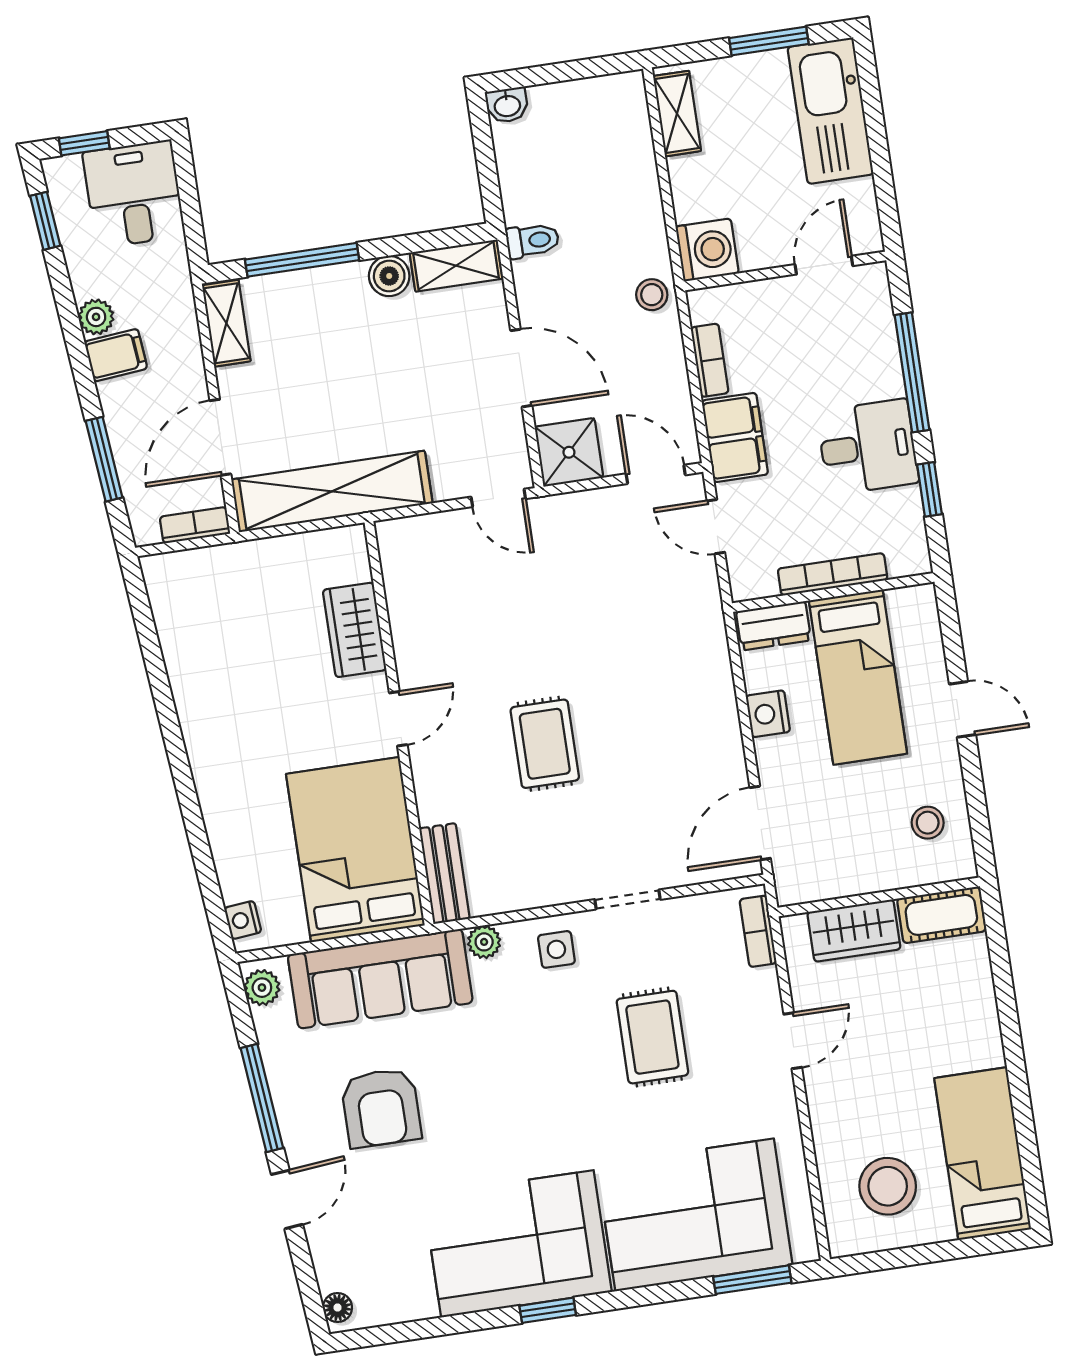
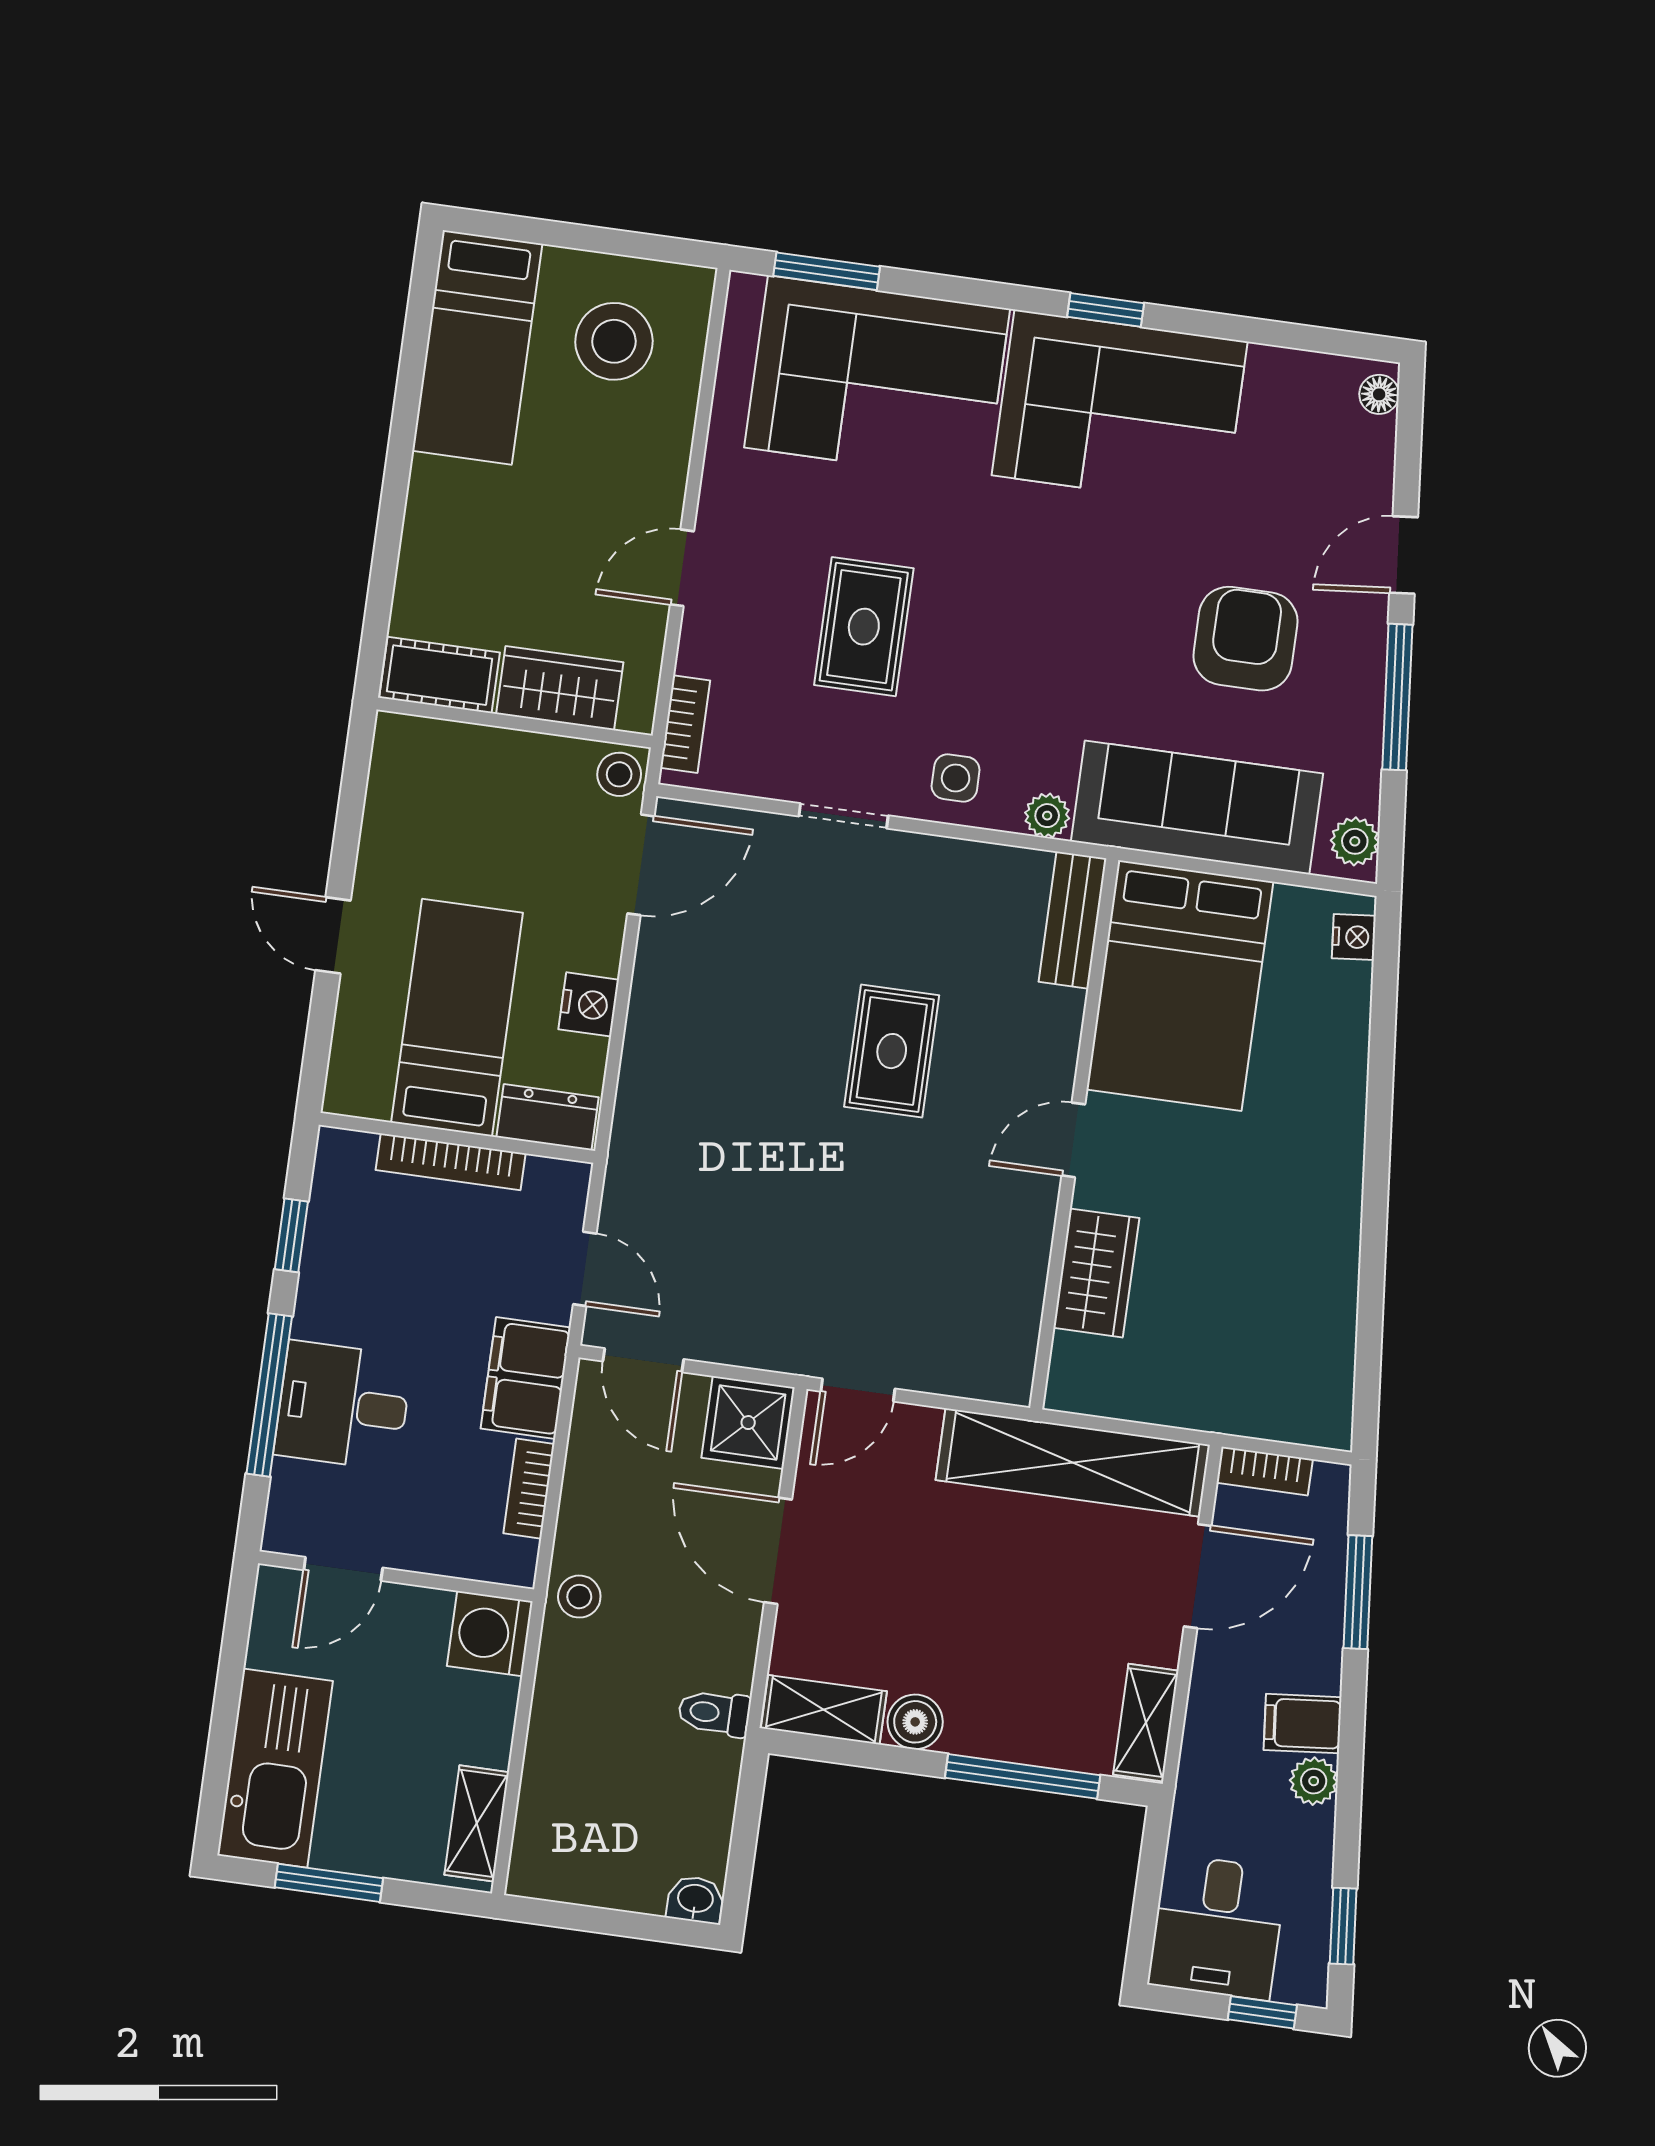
desk: (868, 447) -> (343, 1405), moved
door: (498, 498) -> (858, 1390), swing flipped
stool: (928, 823) -> (619, 774), moved

